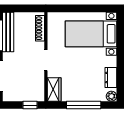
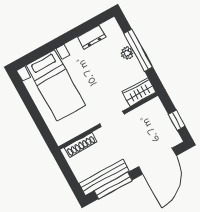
plant: (111, 96) -> (127, 53), moved
window: (30, 105) -> (177, 120), moved

